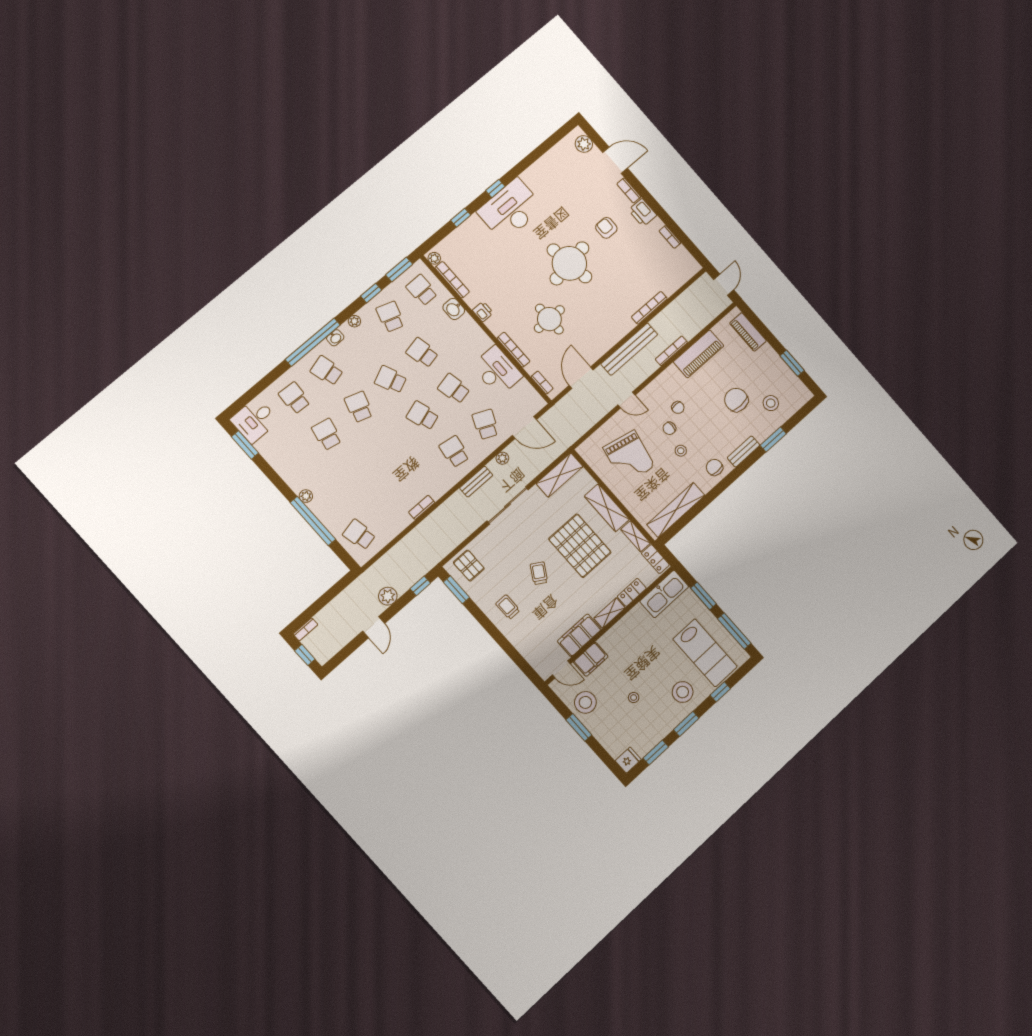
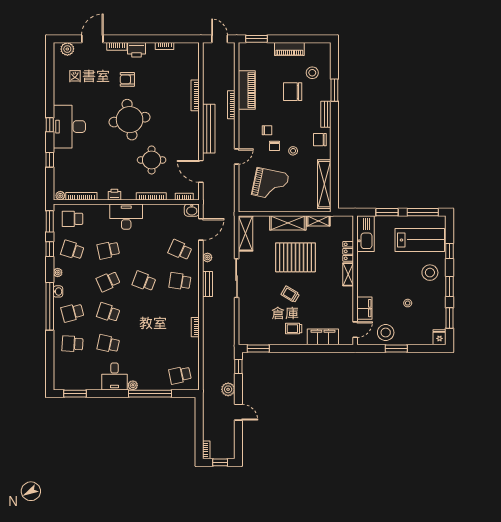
washbasin: (454, 309) -> (192, 210), moved
piano: (748, 332) -> (289, 49), moved
window: (792, 363) -> (257, 39), moved
desk: (497, 371) -> (126, 217), moved
school desk: (454, 389) -> (144, 250), removed
school desk: (423, 416) -> (144, 281), turned 39
desk: (254, 420) -> (115, 376), moved
locker: (655, 559) -> (341, 221), removed
pallet: (469, 566) -> (251, 330), removed
filing cabinet: (579, 635) -> (323, 337), moved, turned 90

